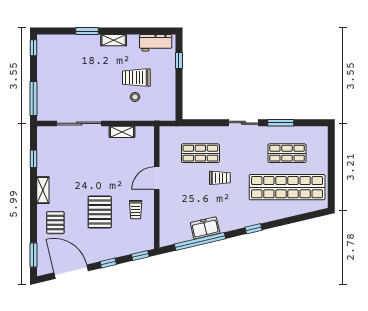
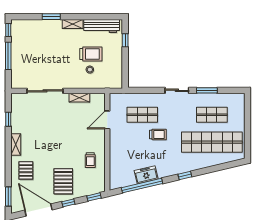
workbench: (156, 43) -> (102, 26), width x1.38
trolley: (136, 78) -> (91, 54), turned 180
window: (33, 98) -> (8, 56), moved
door: (157, 178) -> (107, 120), moved
pallet: (100, 212) -> (63, 181), moved

